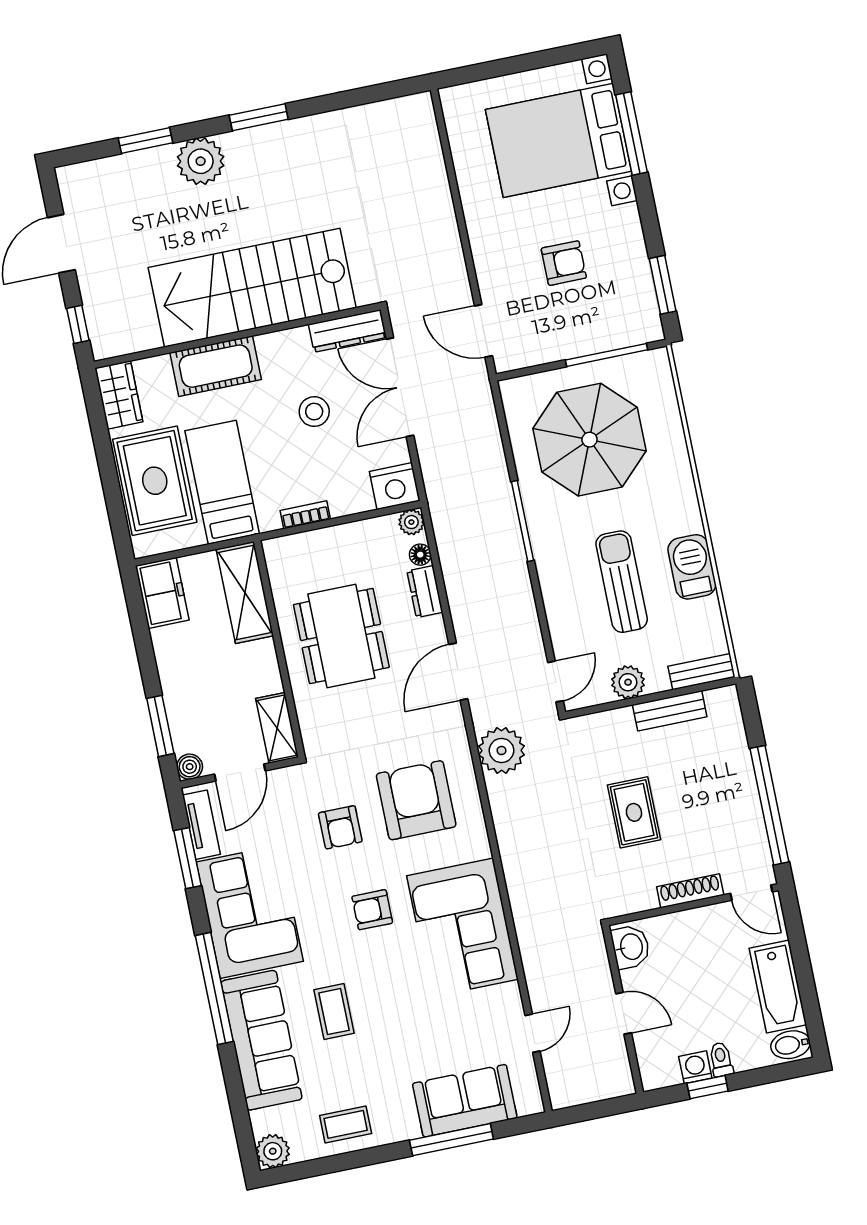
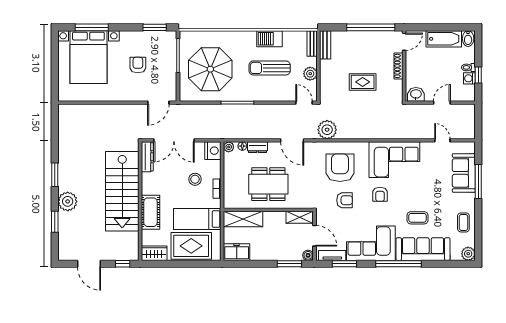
stool: (314, 412) -> (195, 179), moved
bench: (670, 711) -> (325, 45), moved
armchair: (416, 800) -> (340, 168), turned 90

